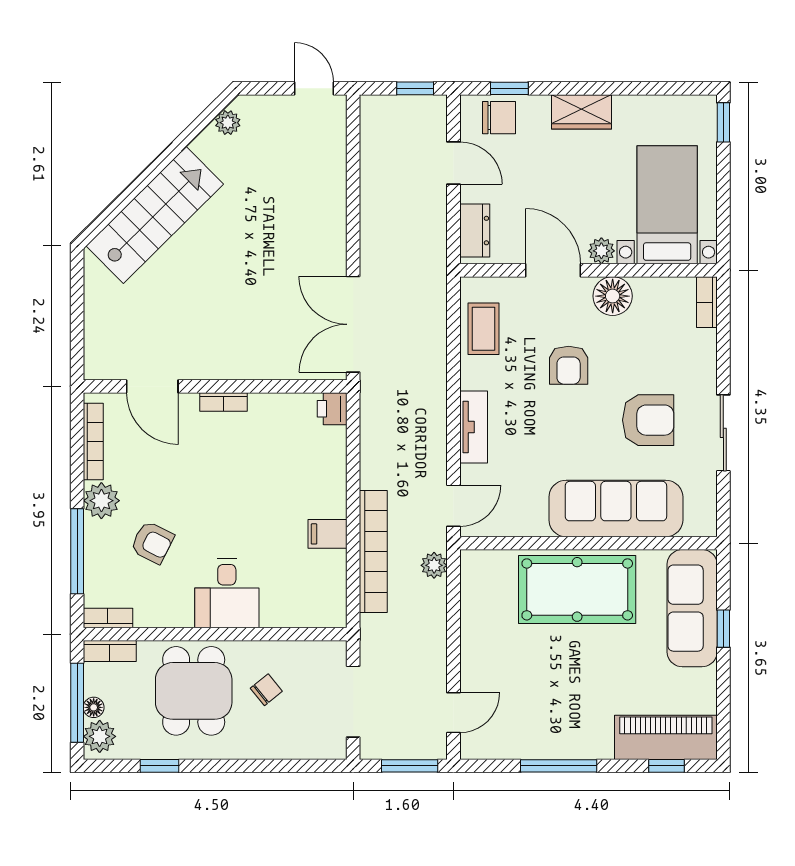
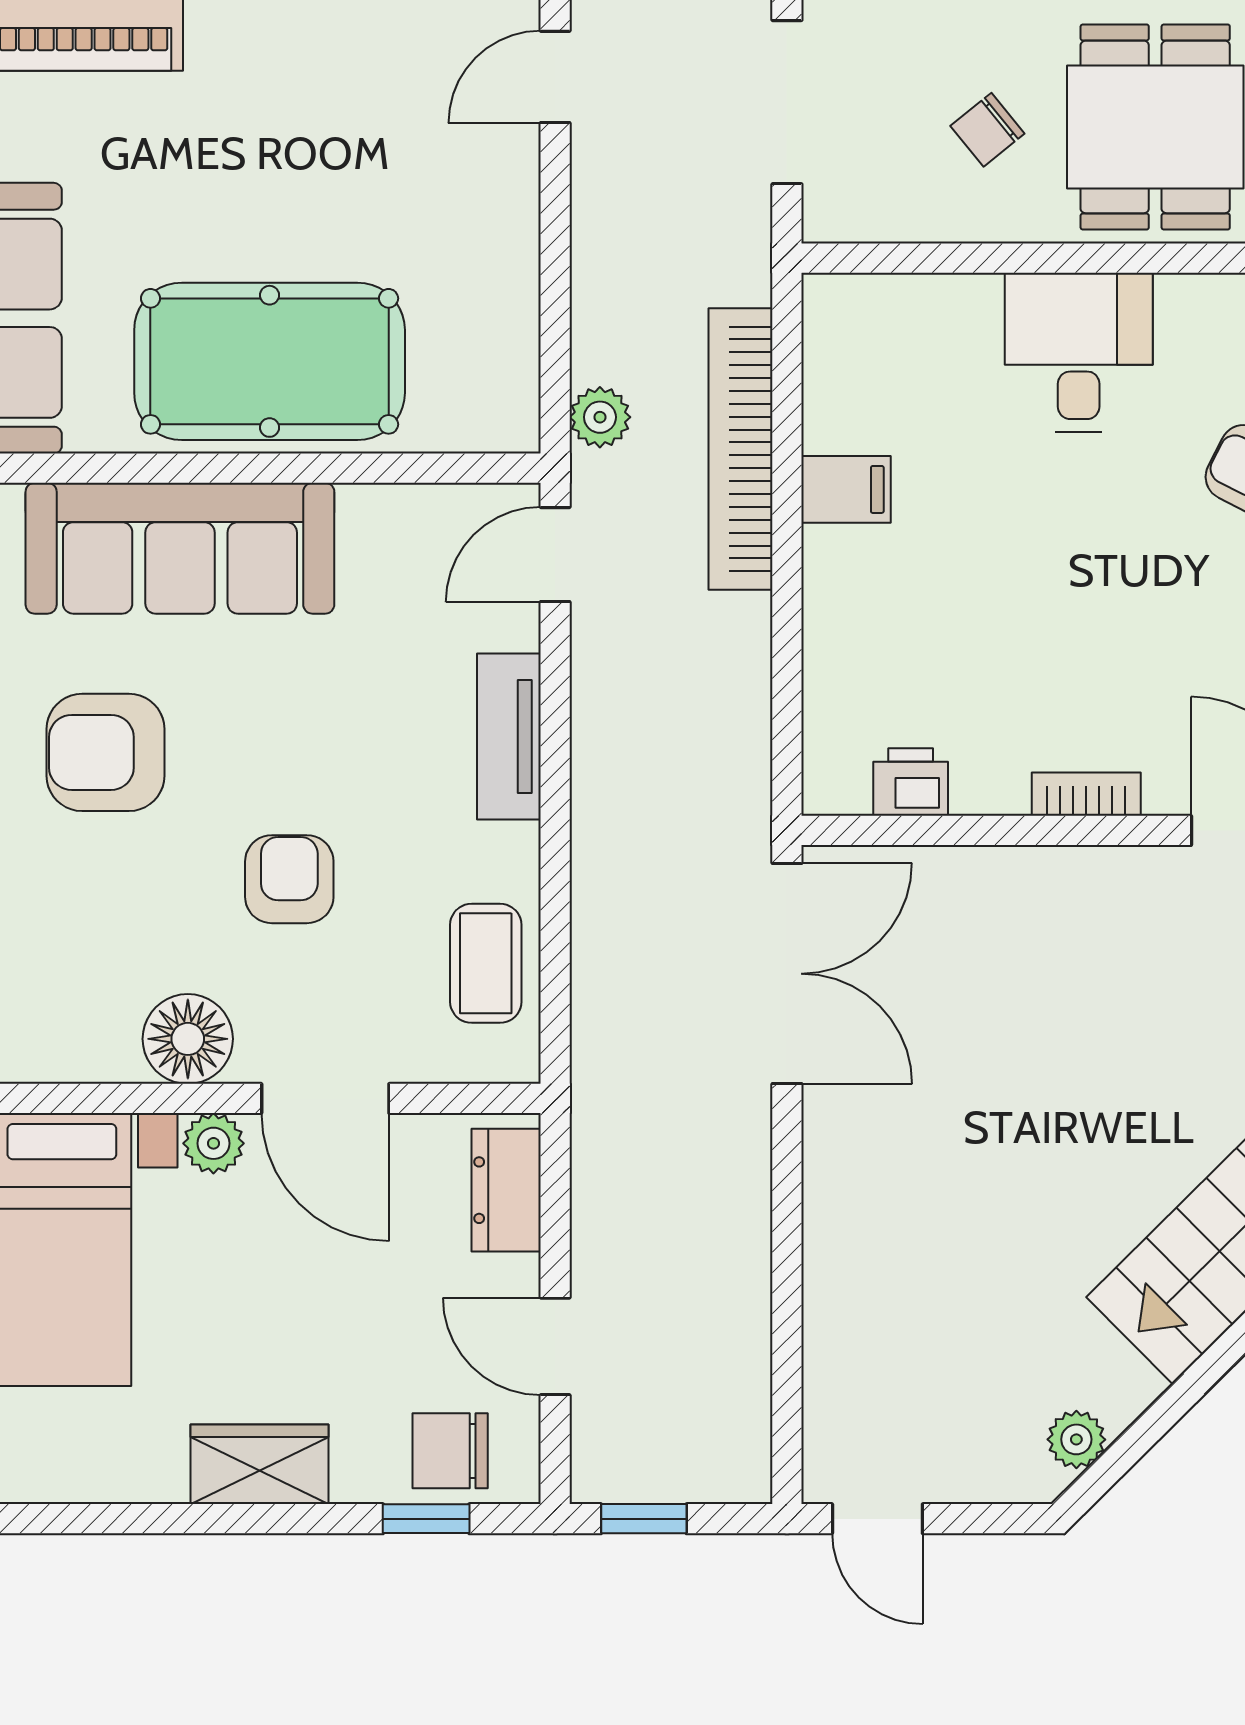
printer: (332, 409) -> (911, 782), moved, turned -90

